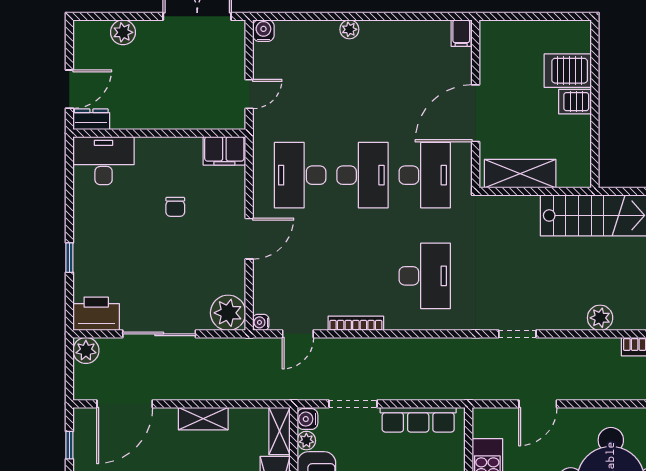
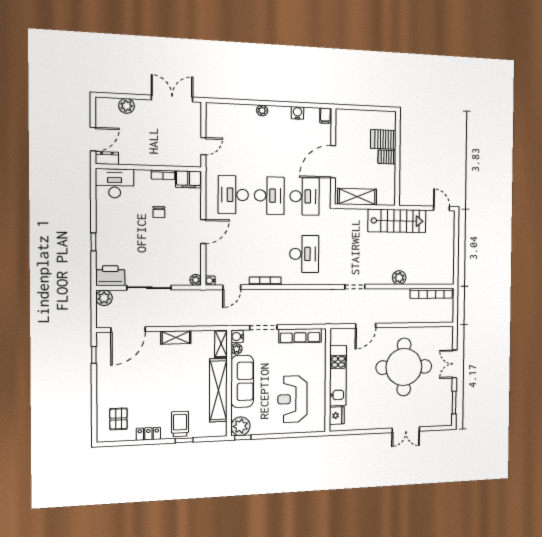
water cooler: (263, 31) -> (297, 113), moved
bookcase: (182, 144) -> (163, 175), added
plant: (228, 313) -> (196, 280), width x0.53, depth x0.53

